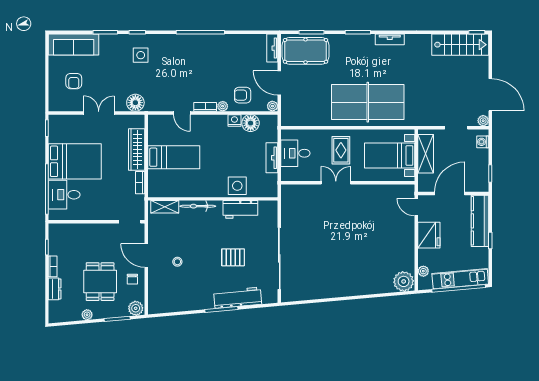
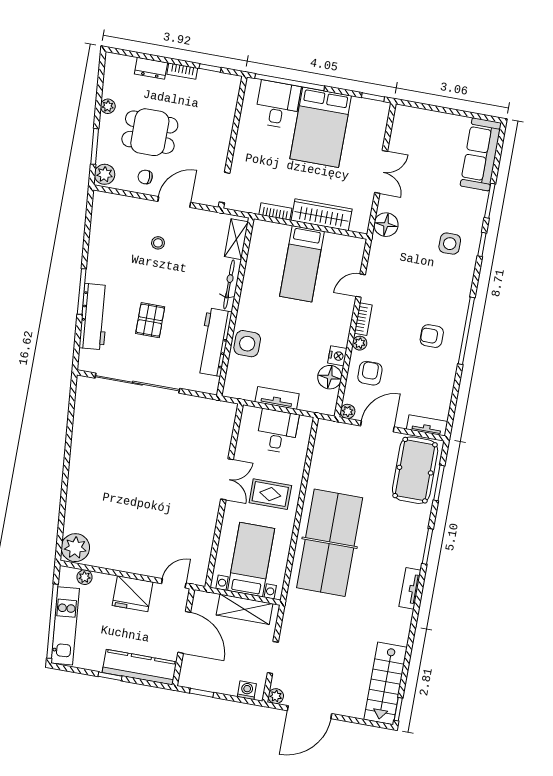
armchair: (74, 81) -> (432, 336), moved
workbench: (240, 209) -> (214, 342), width x1.37

